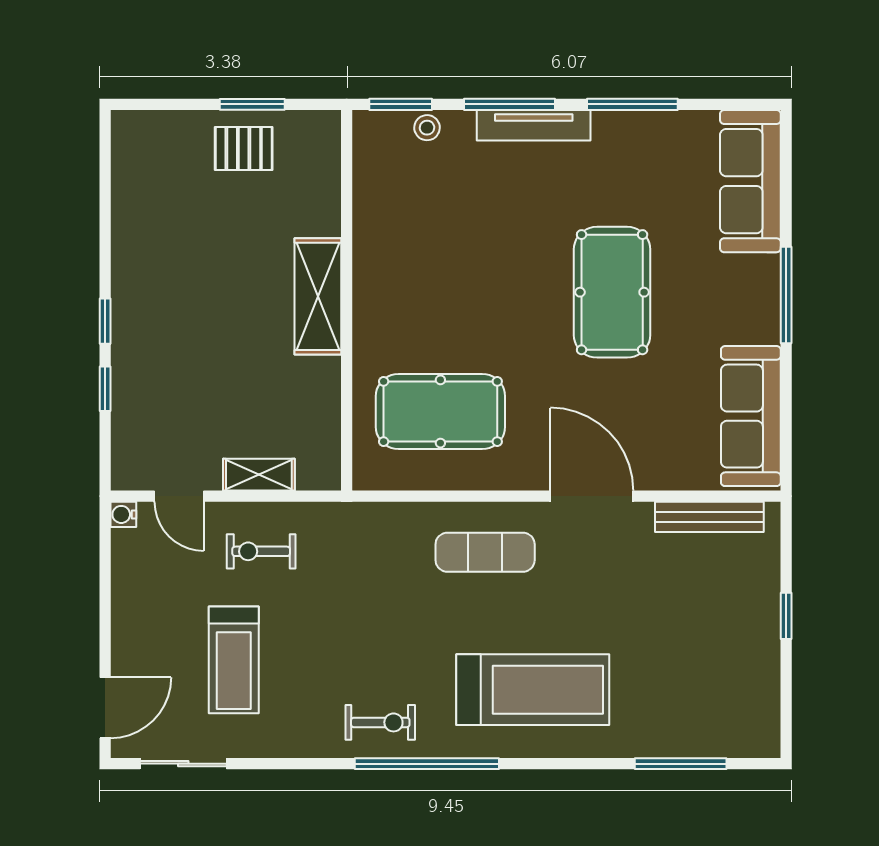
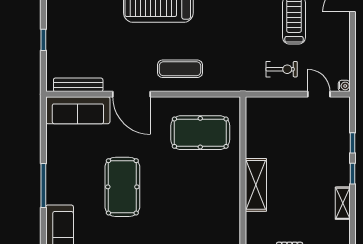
sofa: (751, 416) -> (78, 110), moved, turned 90
shelving: (259, 475) -> (343, 203), moved, turned 90

